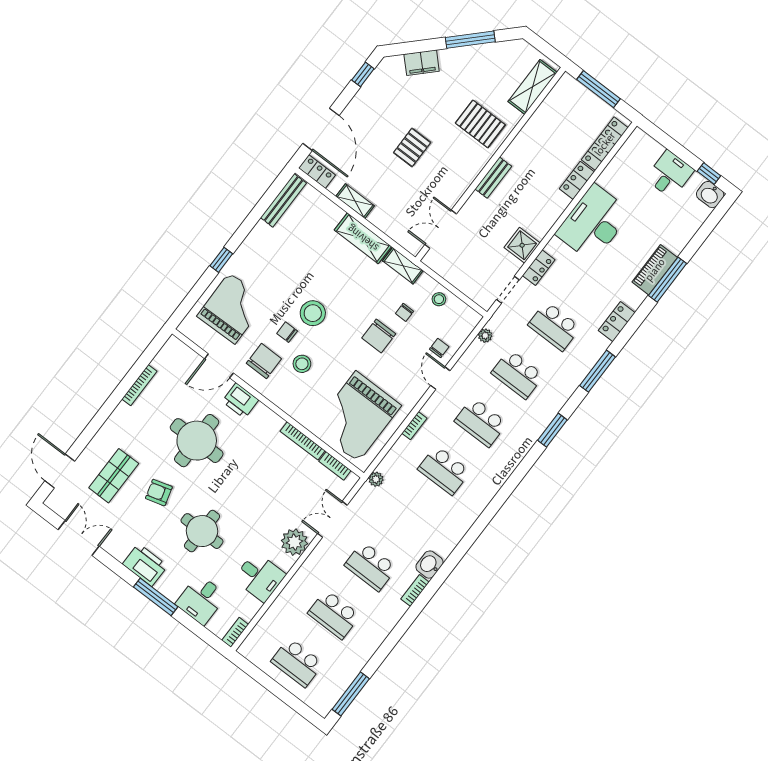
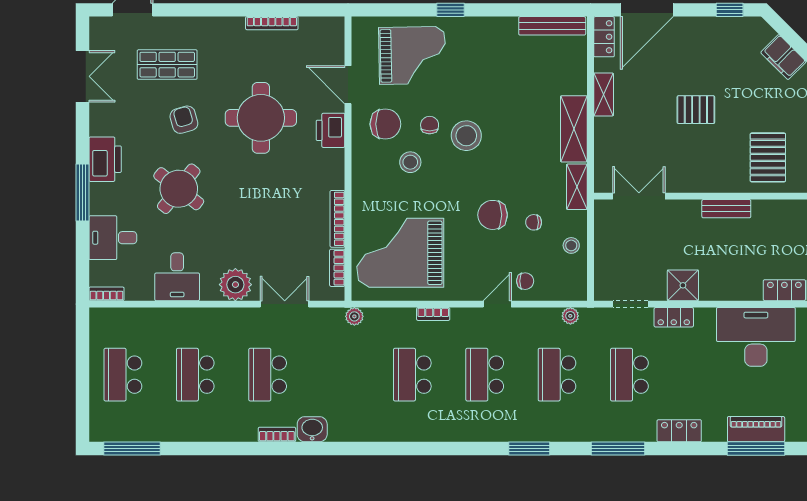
round table: (202, 531) -> (179, 189), turned 38

